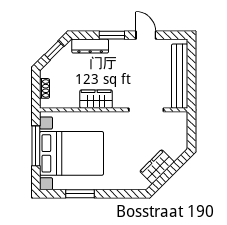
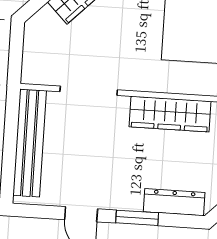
wardrobe: (96, 99) -> (170, 114), width x1.50

